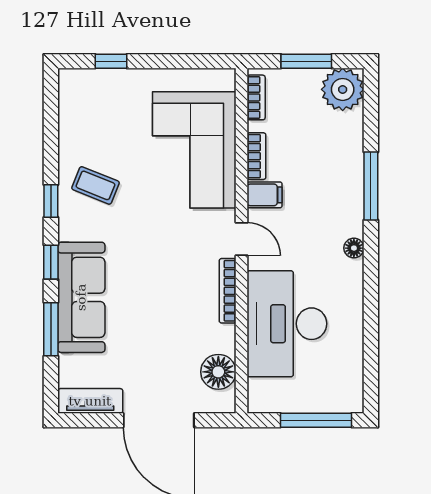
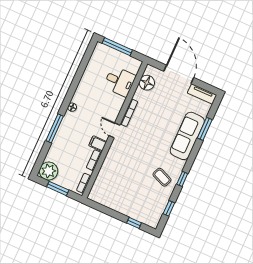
corner sofa: (194, 150) -> (117, 174), removed
window: (51, 262) -> (169, 208), moved
desk: (287, 324) -> (120, 81), width x0.53, depth x0.77

